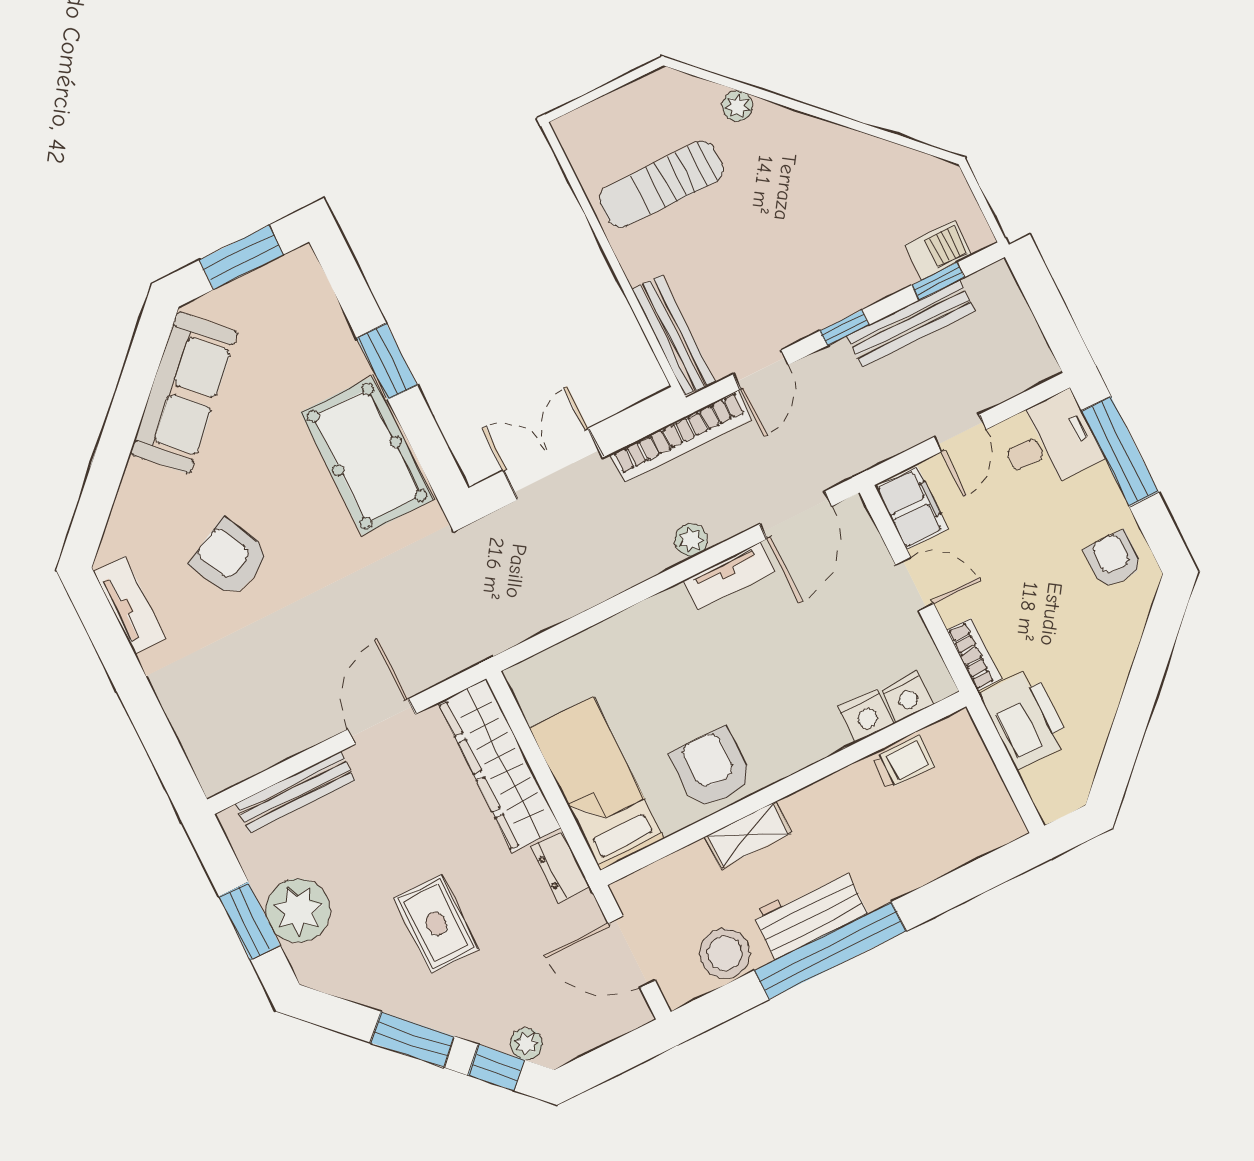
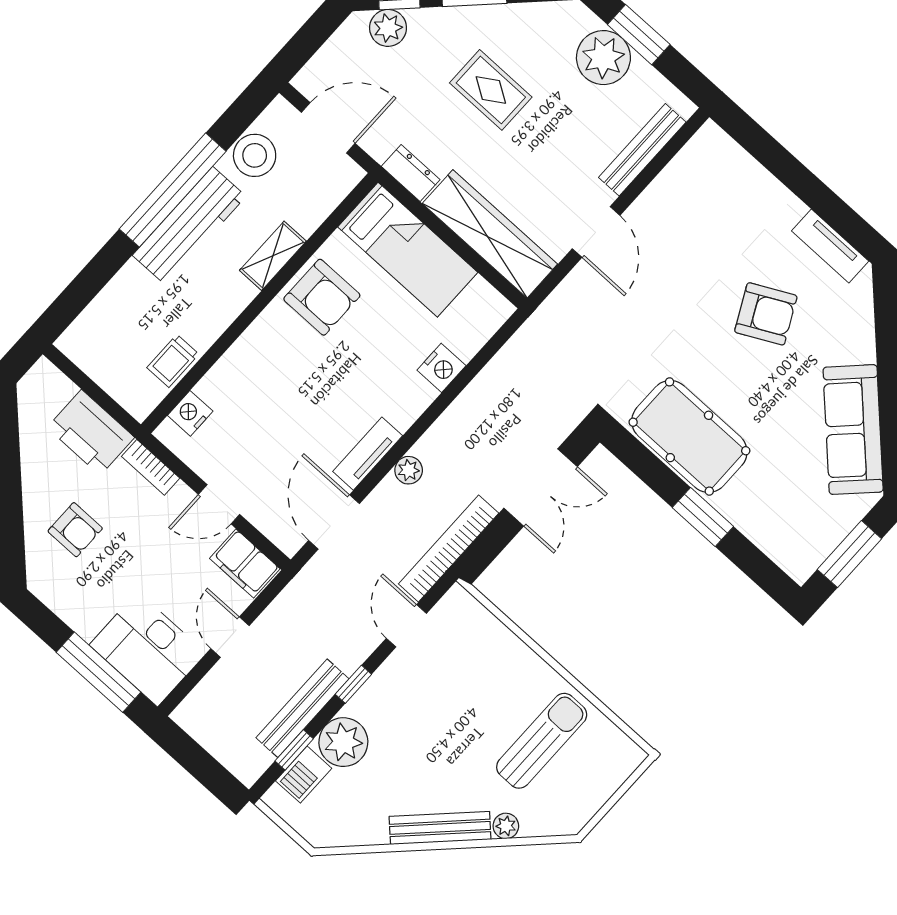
plant: (880, 269) -> (343, 742), added
bench: (673, 335) -> (440, 828), moved, turned -45
desk: (1049, 442) -> (148, 649), width x1.37
armchair: (1113, 560) -> (75, 530), moved
nightstand: (866, 716) -> (441, 368), moved, turned 180
workbench: (810, 913) -> (189, 226), width x1.38
plant: (526, 1044) -> (388, 28), width x1.38, depth x1.38

